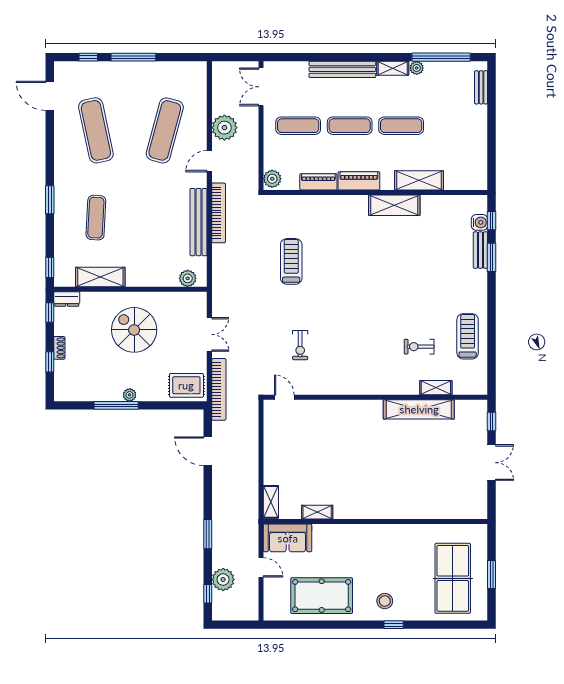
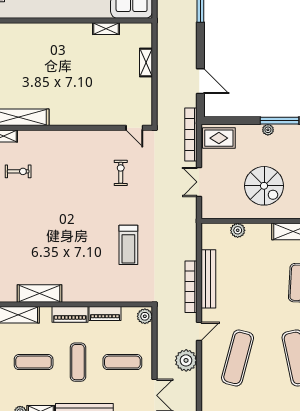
exercise mat: (350, 126) -> (78, 362), turned 90
plant: (188, 278) -> (238, 230), moved
shelving: (271, 502) -> (146, 63), moved

